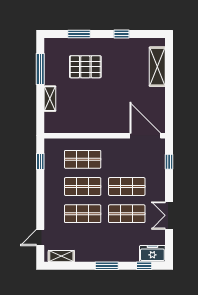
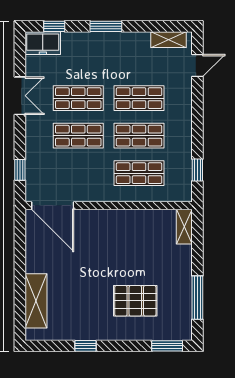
window: (79, 34) -> (167, 346), moved
shelving: (50, 99) -> (184, 227), moved

